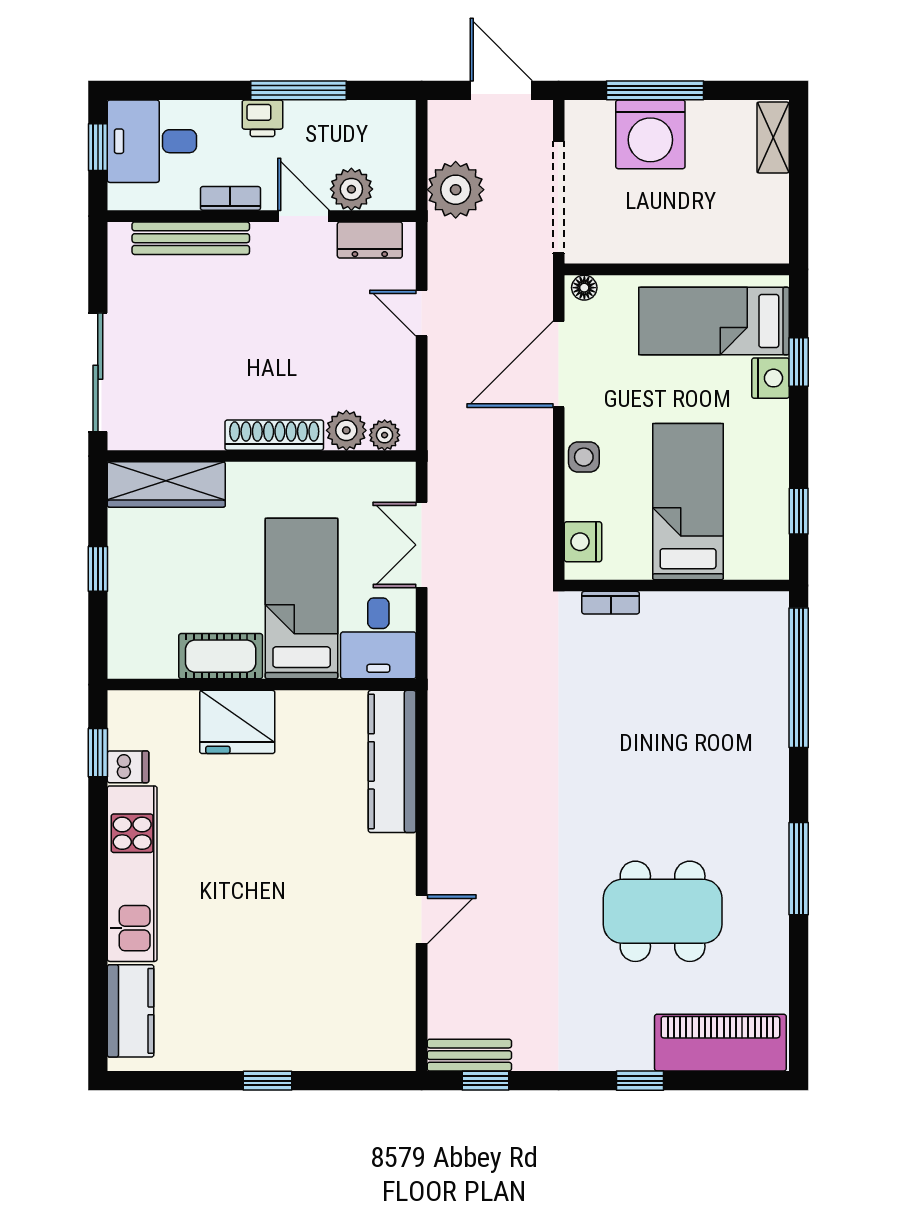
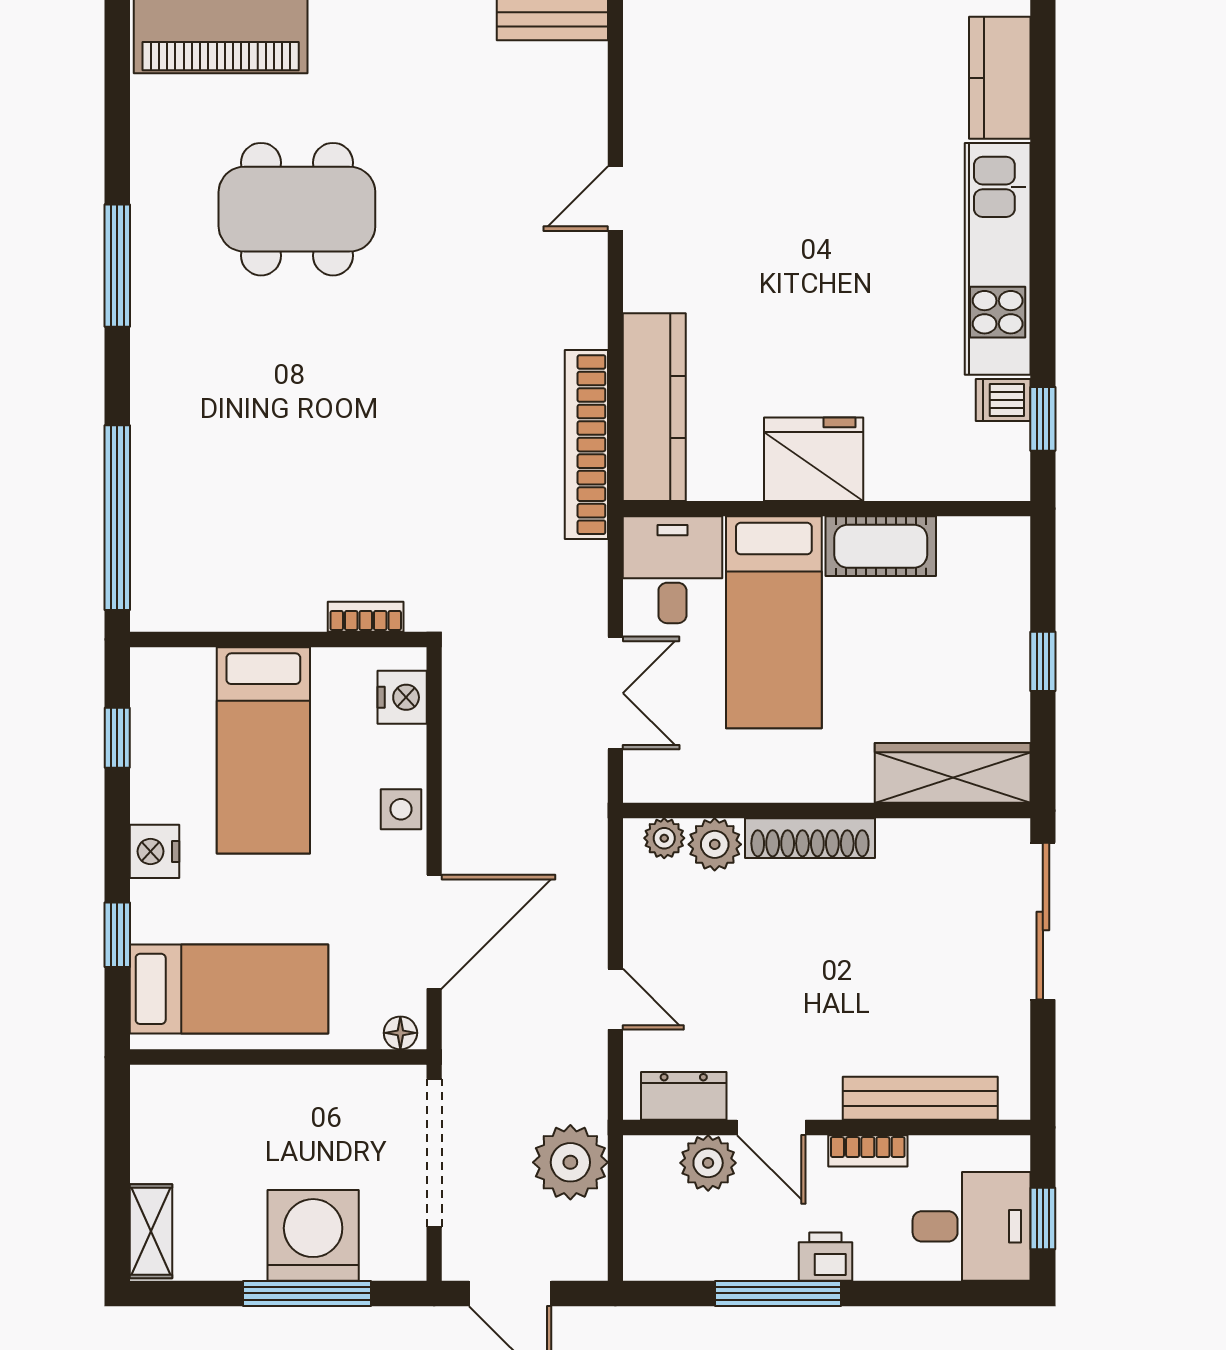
nightstand: (771, 378) -> (154, 851), moved
fridge: (237, 722) -> (814, 459), moved
bookcase: (444, 733) -> (586, 445), added

